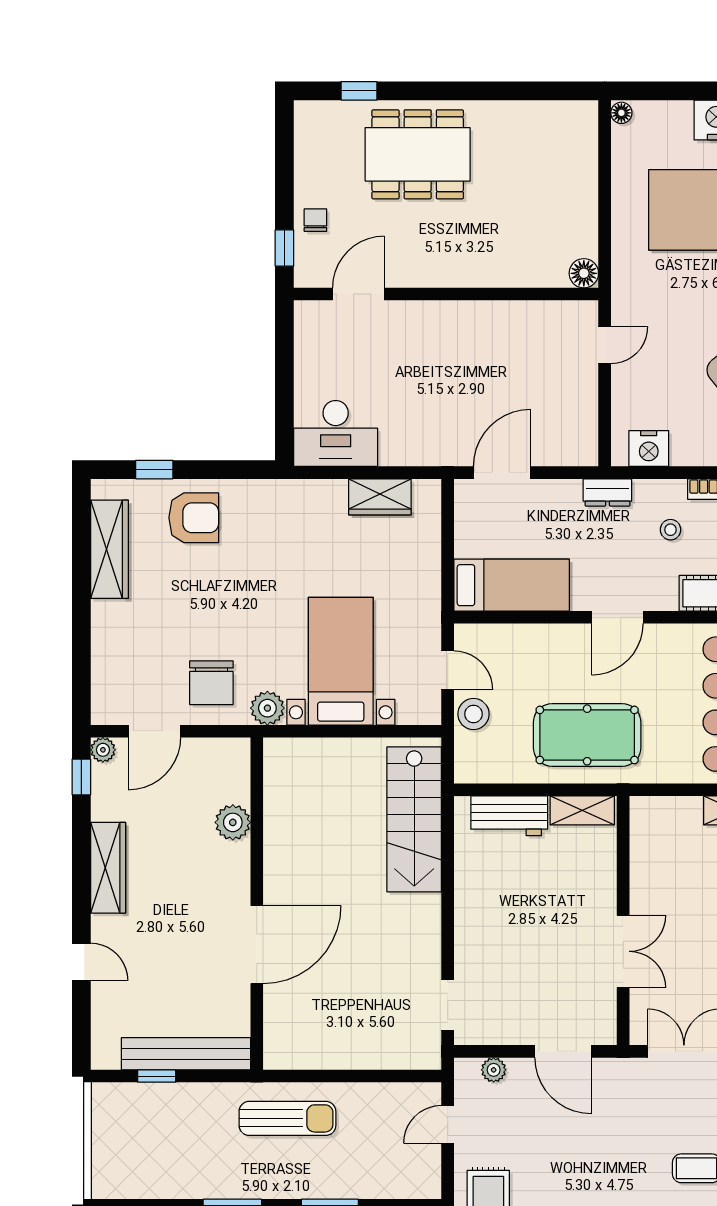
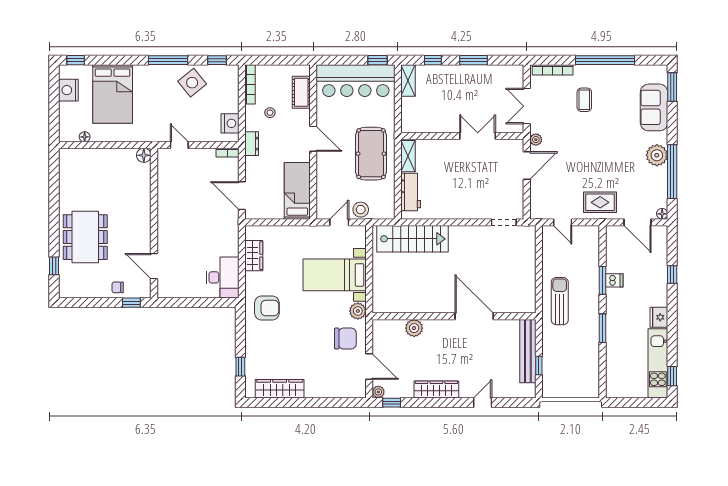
floor lamp: (621, 113) -> (85, 137), moved
bookcase: (589, 443) -> (227, 153), added
armchair: (194, 518) -> (267, 308), moved, turned 90
plant: (494, 1070) -> (536, 140), moved

